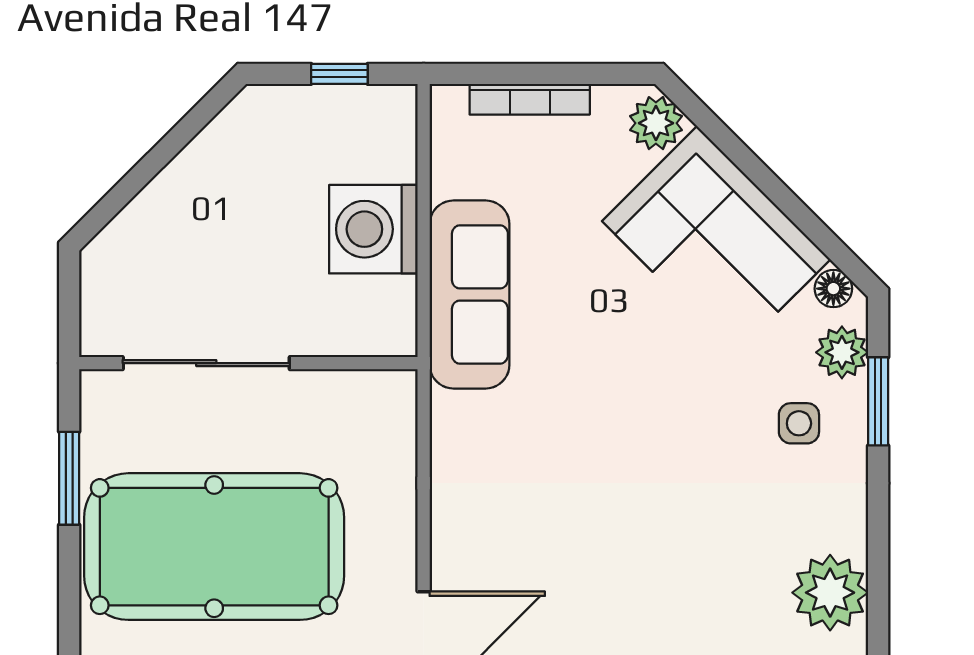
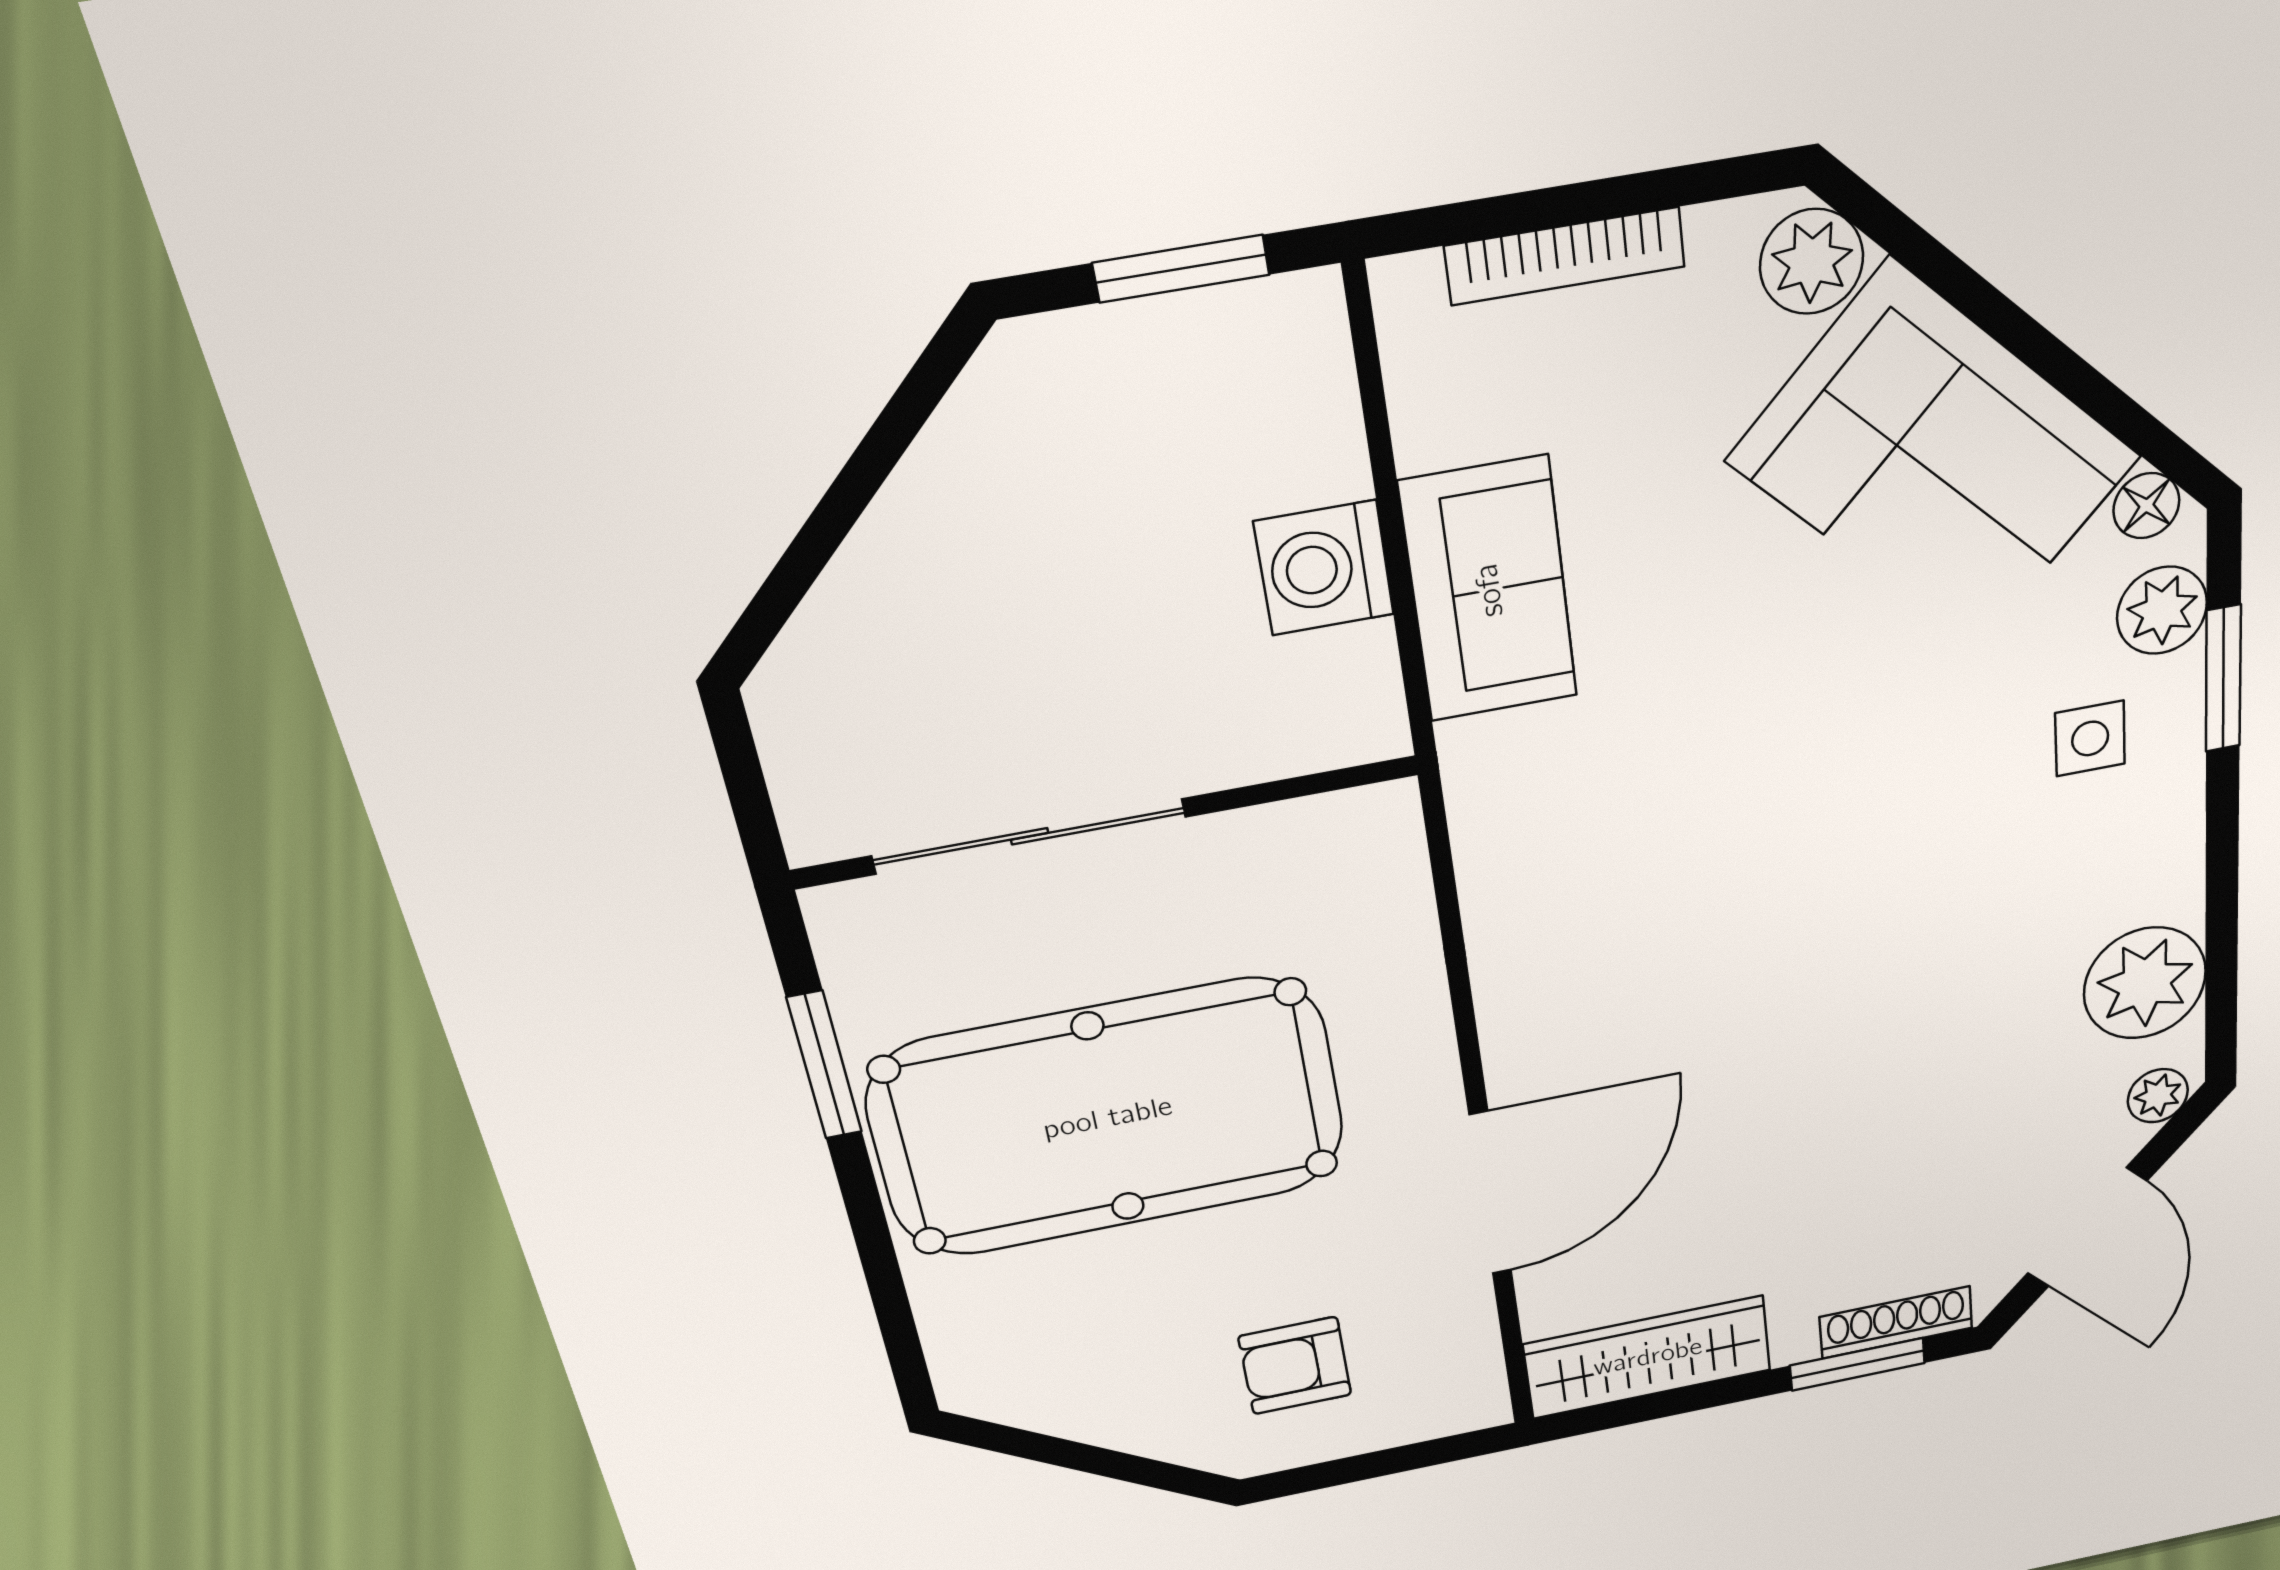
window: (339, 74) -> (1181, 269), width x1.50
washing machine: (373, 229) -> (1324, 568), width x0.73, depth x0.73
sofa: (470, 294) -> (1489, 590), width x0.73

